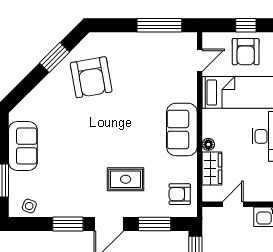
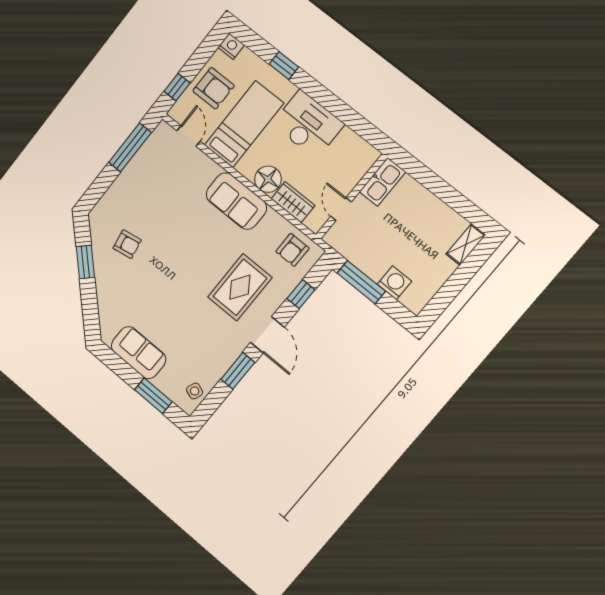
window: (246, 25) -> (177, 87), moved
armchair: (91, 77) -> (127, 244), width x0.53, depth x0.53
floor lamp: (208, 144) -> (268, 179), width x1.89, depth x1.89
rug: (126, 179) -> (240, 287), width x1.36, depth x1.43
window: (155, 224) -> (301, 294), width x0.67

